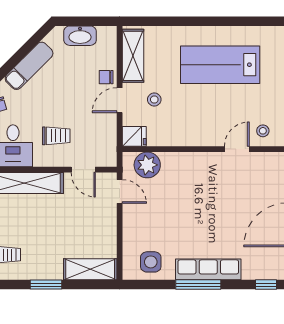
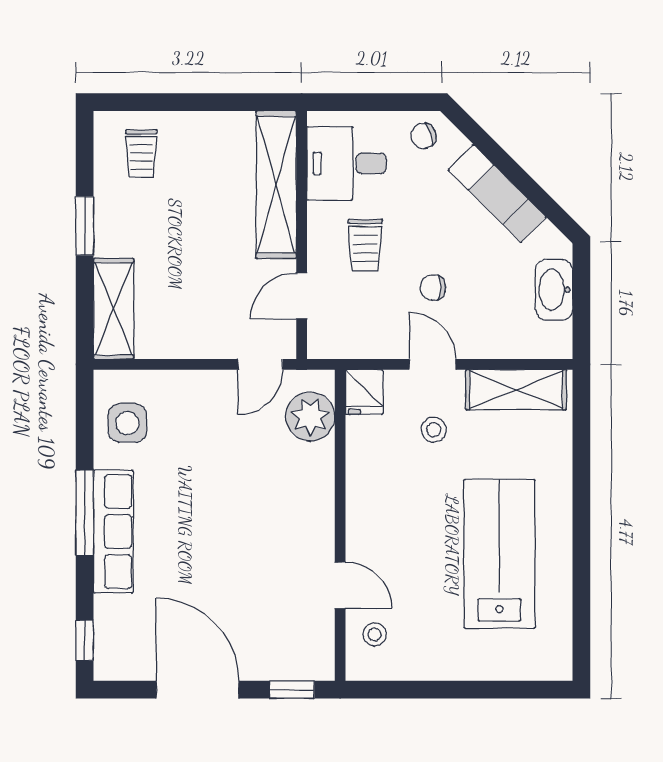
chair: (106, 77) -> (433, 288), moved, turned -90

